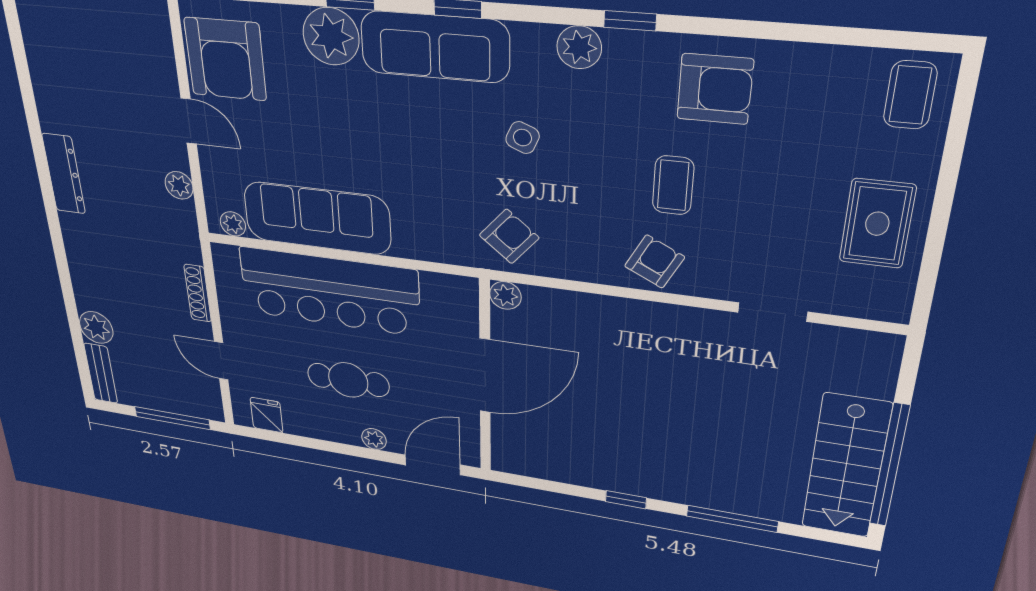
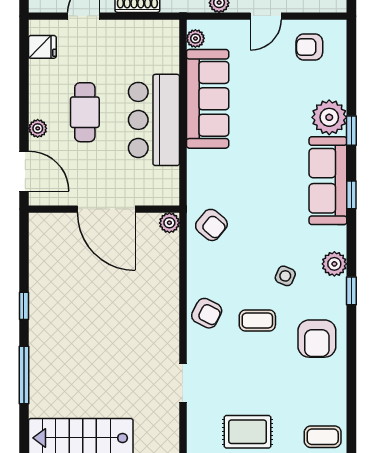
armchair: (225, 59) -> (309, 47), width x0.53, depth x0.53
side table: (522, 138) -> (285, 276), moved
bar counter: (329, 291) -> (154, 120), width x0.73

